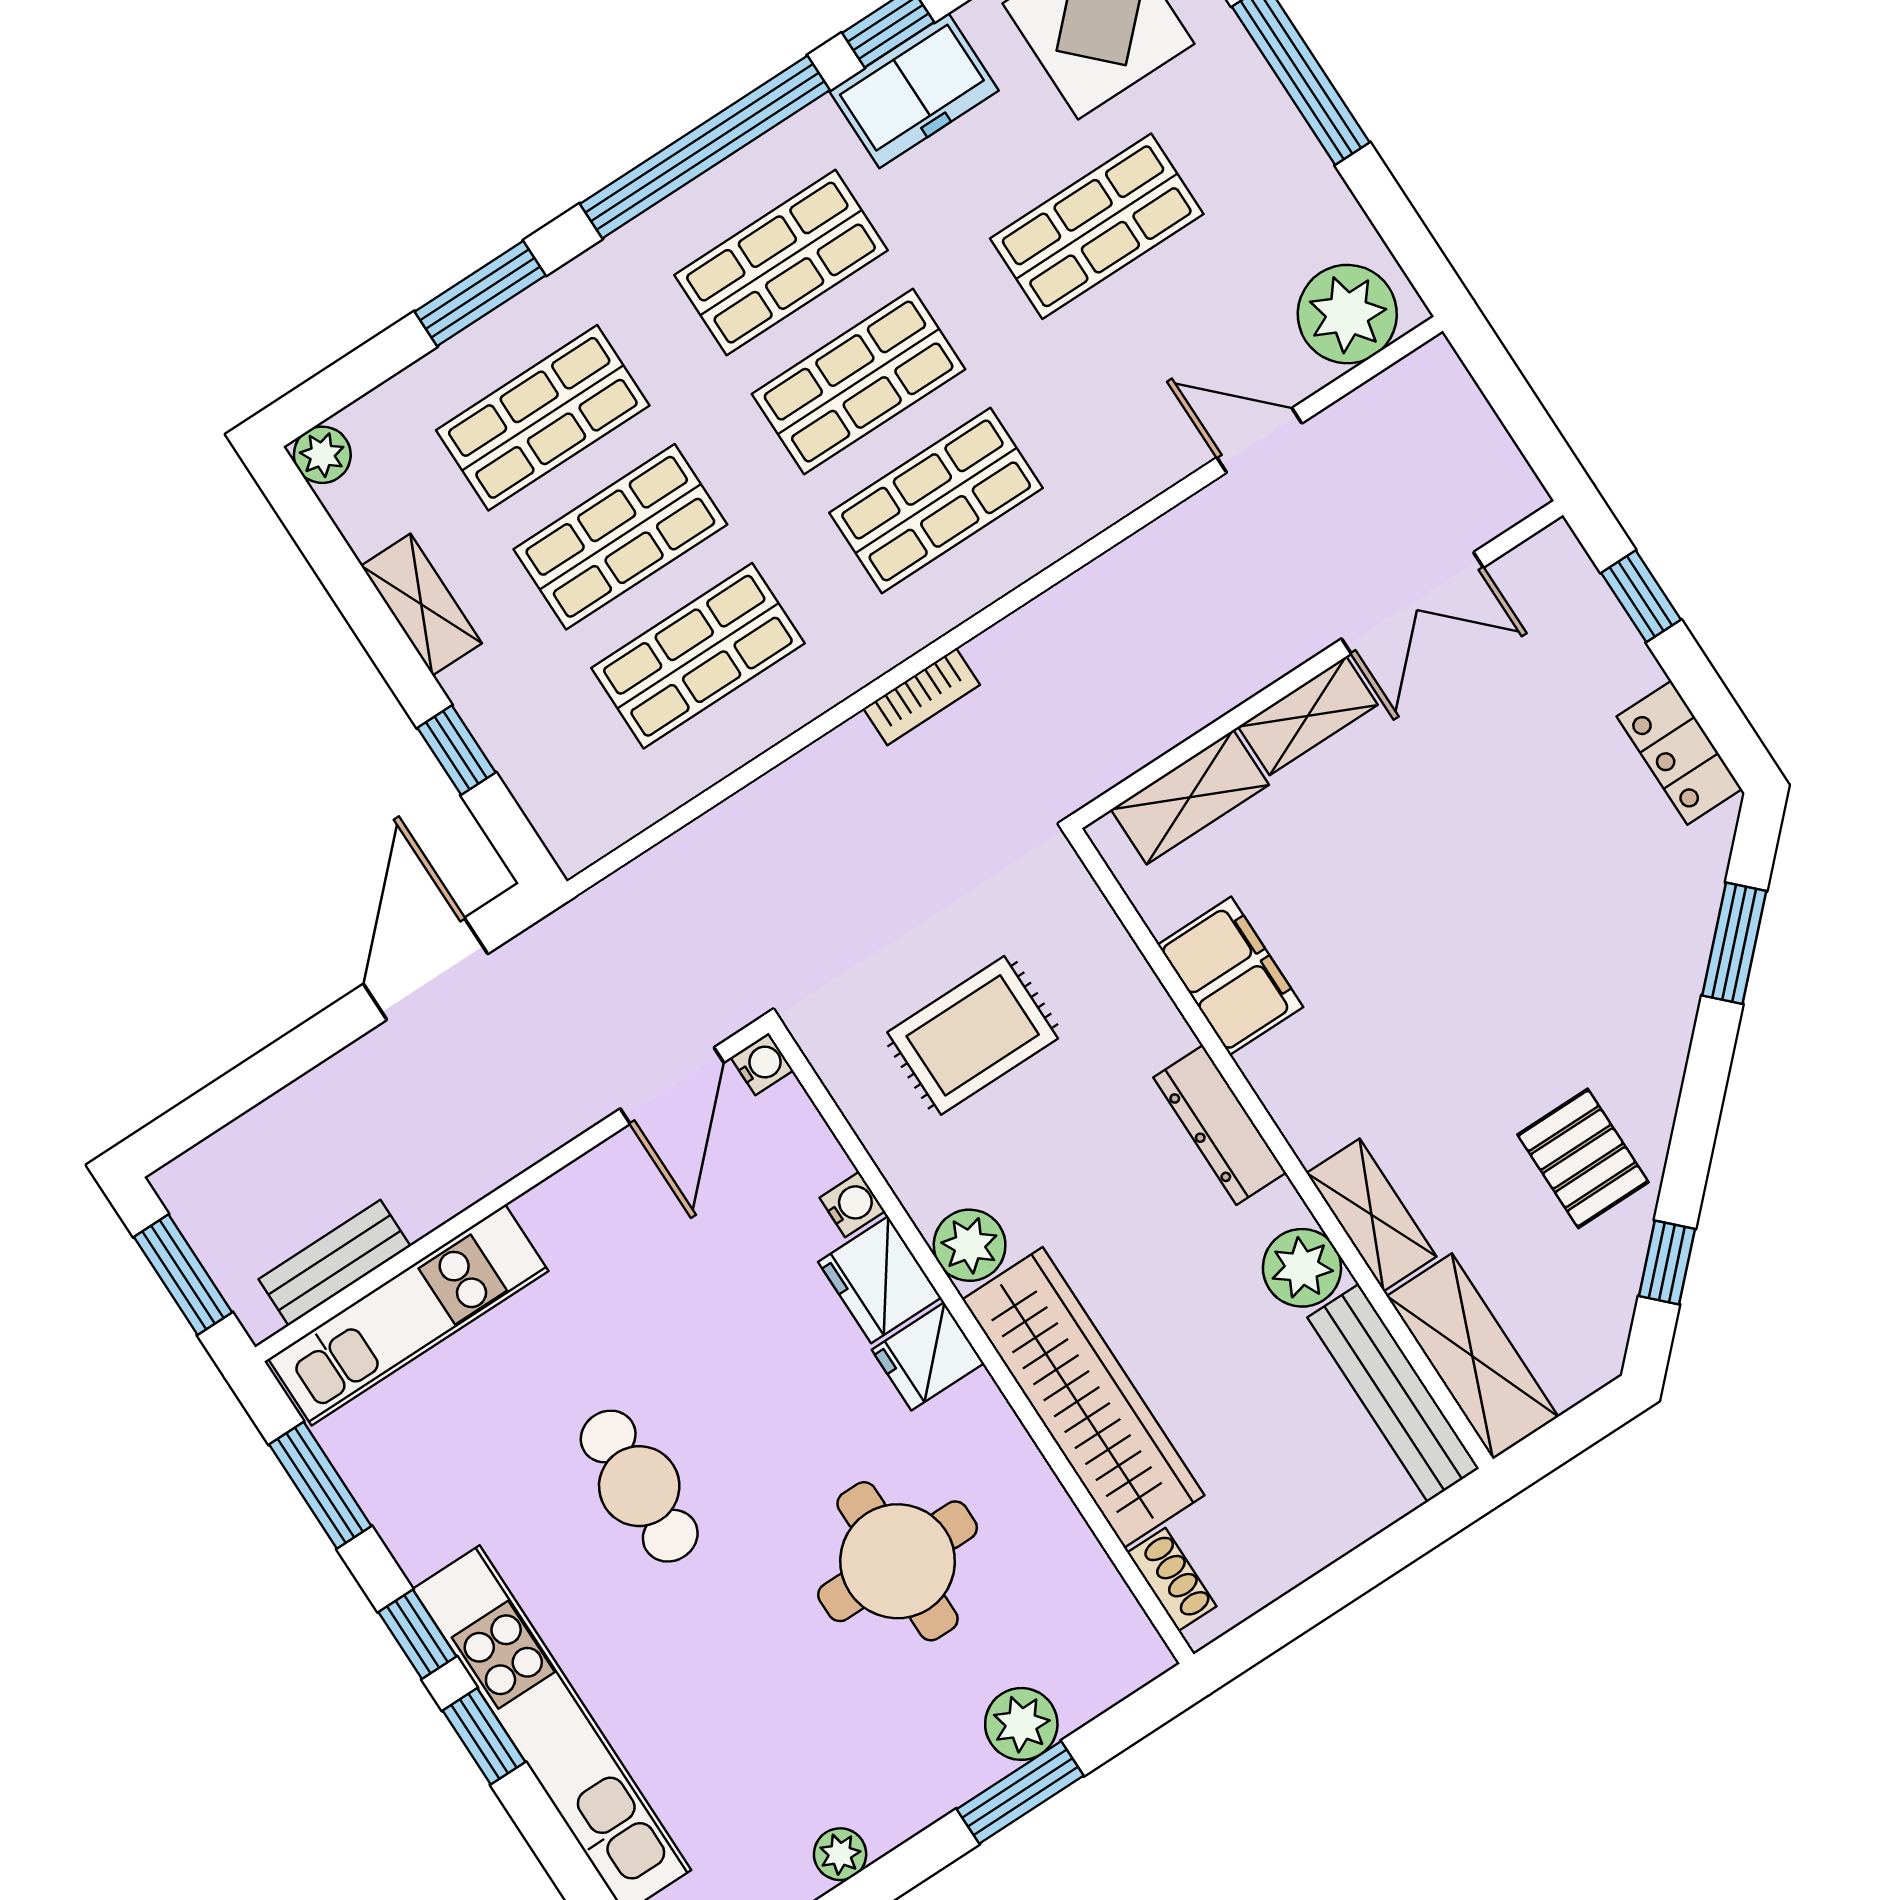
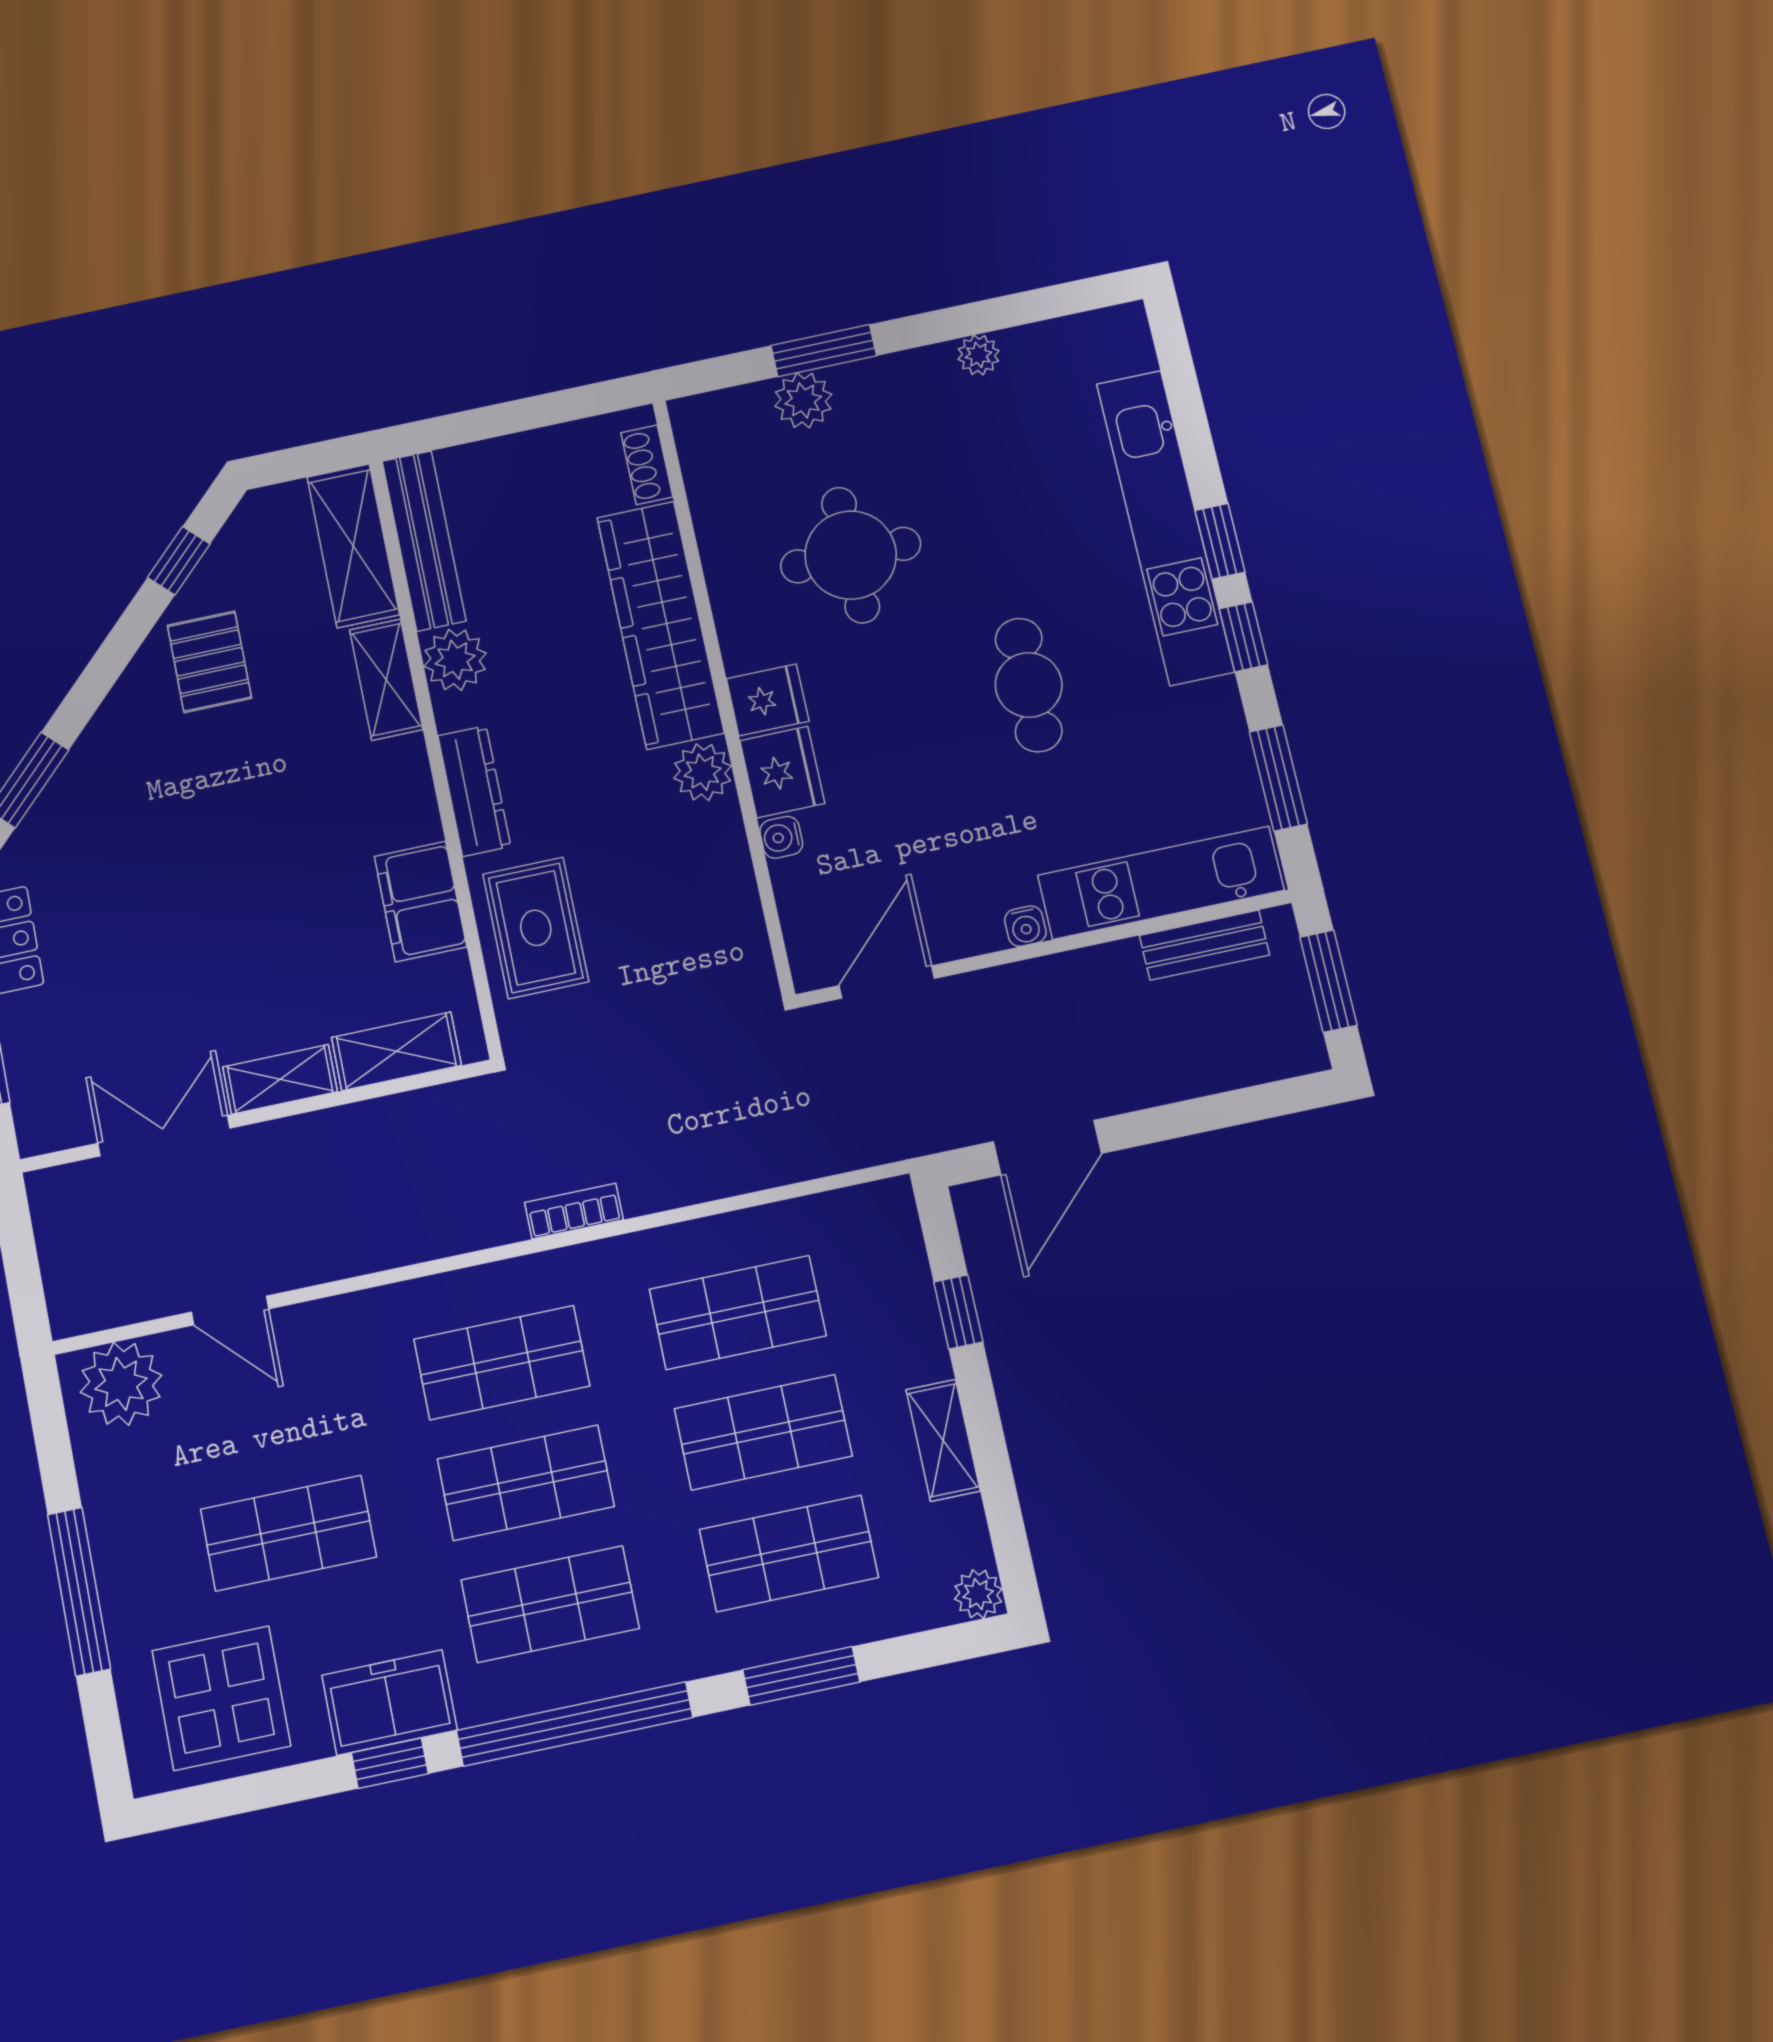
rug: (973, 1035) -> (536, 928), moved, turned 90
water cooler: (762, 1064) -> (1025, 926), moved, turned -90

